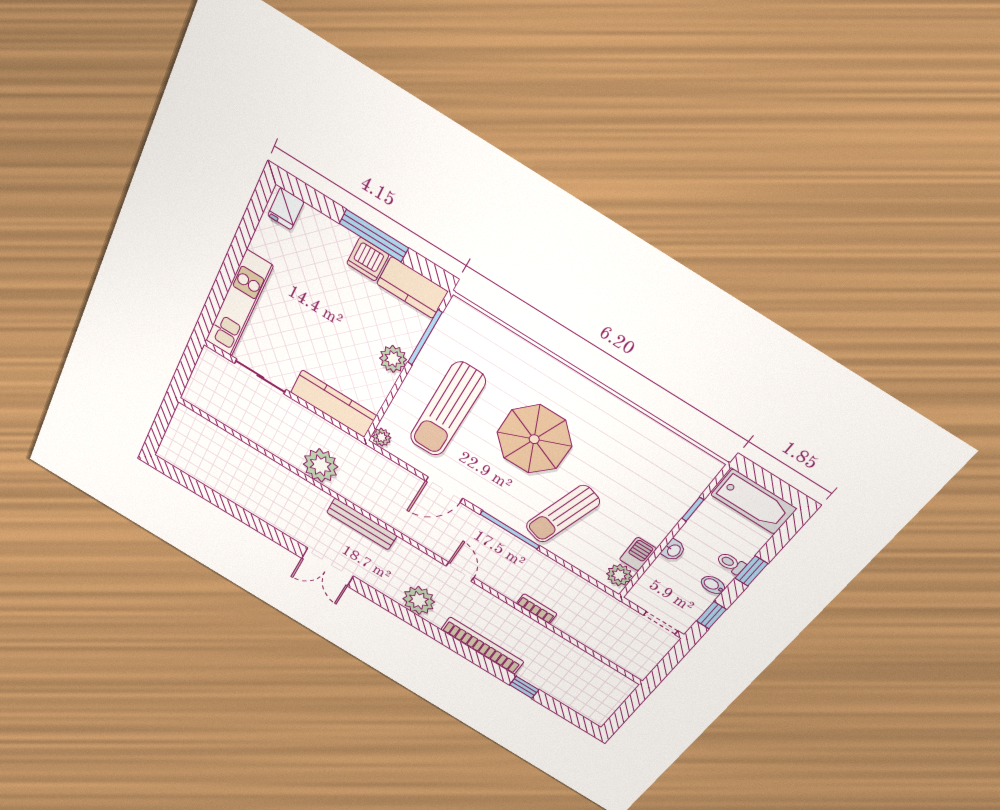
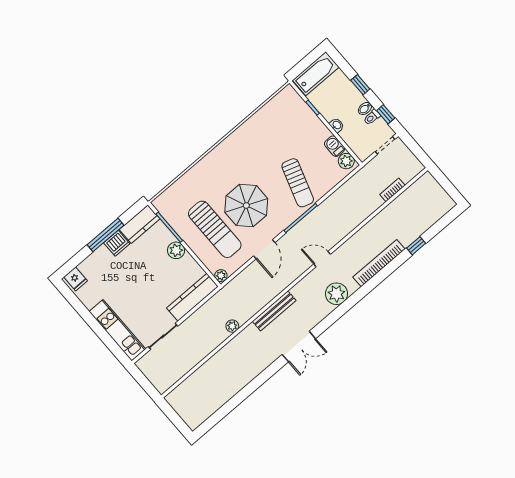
parasol: (534, 439) -> (246, 206), moved
plant: (321, 465) -> (232, 326), width x0.53, depth x0.53
toilet: (731, 563) -> (372, 117), moved
bookcase: (537, 609) -> (392, 190), moved

